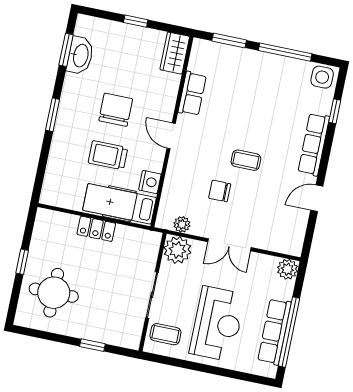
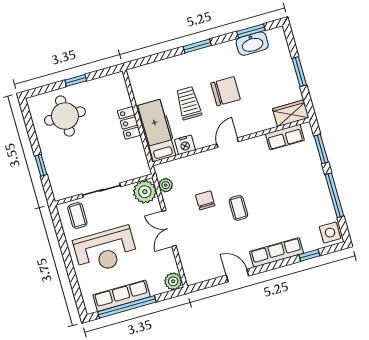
window: (136, 21) -> (299, 72), width x1.50
row of seats: (192, 94) -> (285, 137), moved

